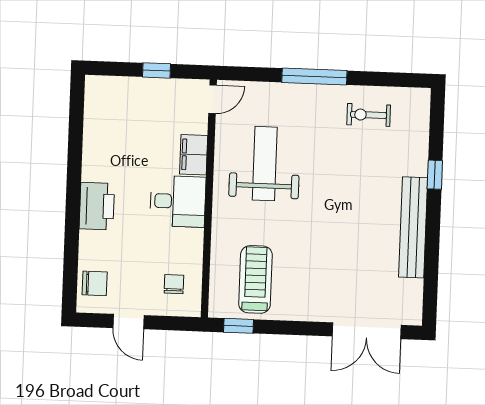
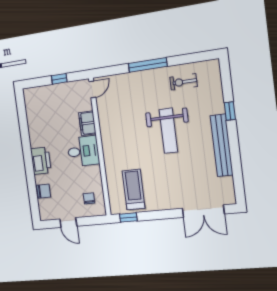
weight bench: (265, 164) -> (168, 131), moved, turned 180
chair: (95, 283) -> (44, 191), moved

